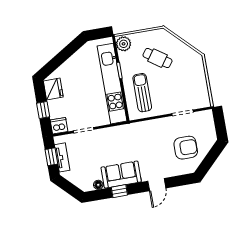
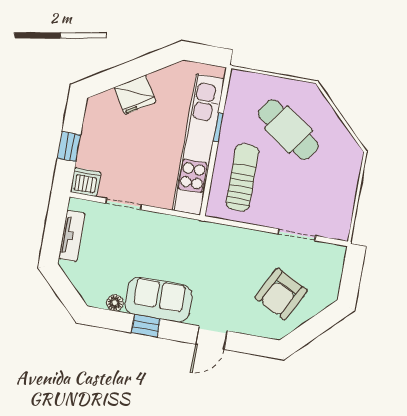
plant: (124, 44) -> (241, 86), removed
cafe table: (157, 58) -> (288, 130), width x1.37, depth x1.35
fridge: (53, 89) -> (135, 95), moved, turned 58
armchair: (186, 148) -> (281, 294), turned 117
window: (51, 157) -> (54, 229), removed

